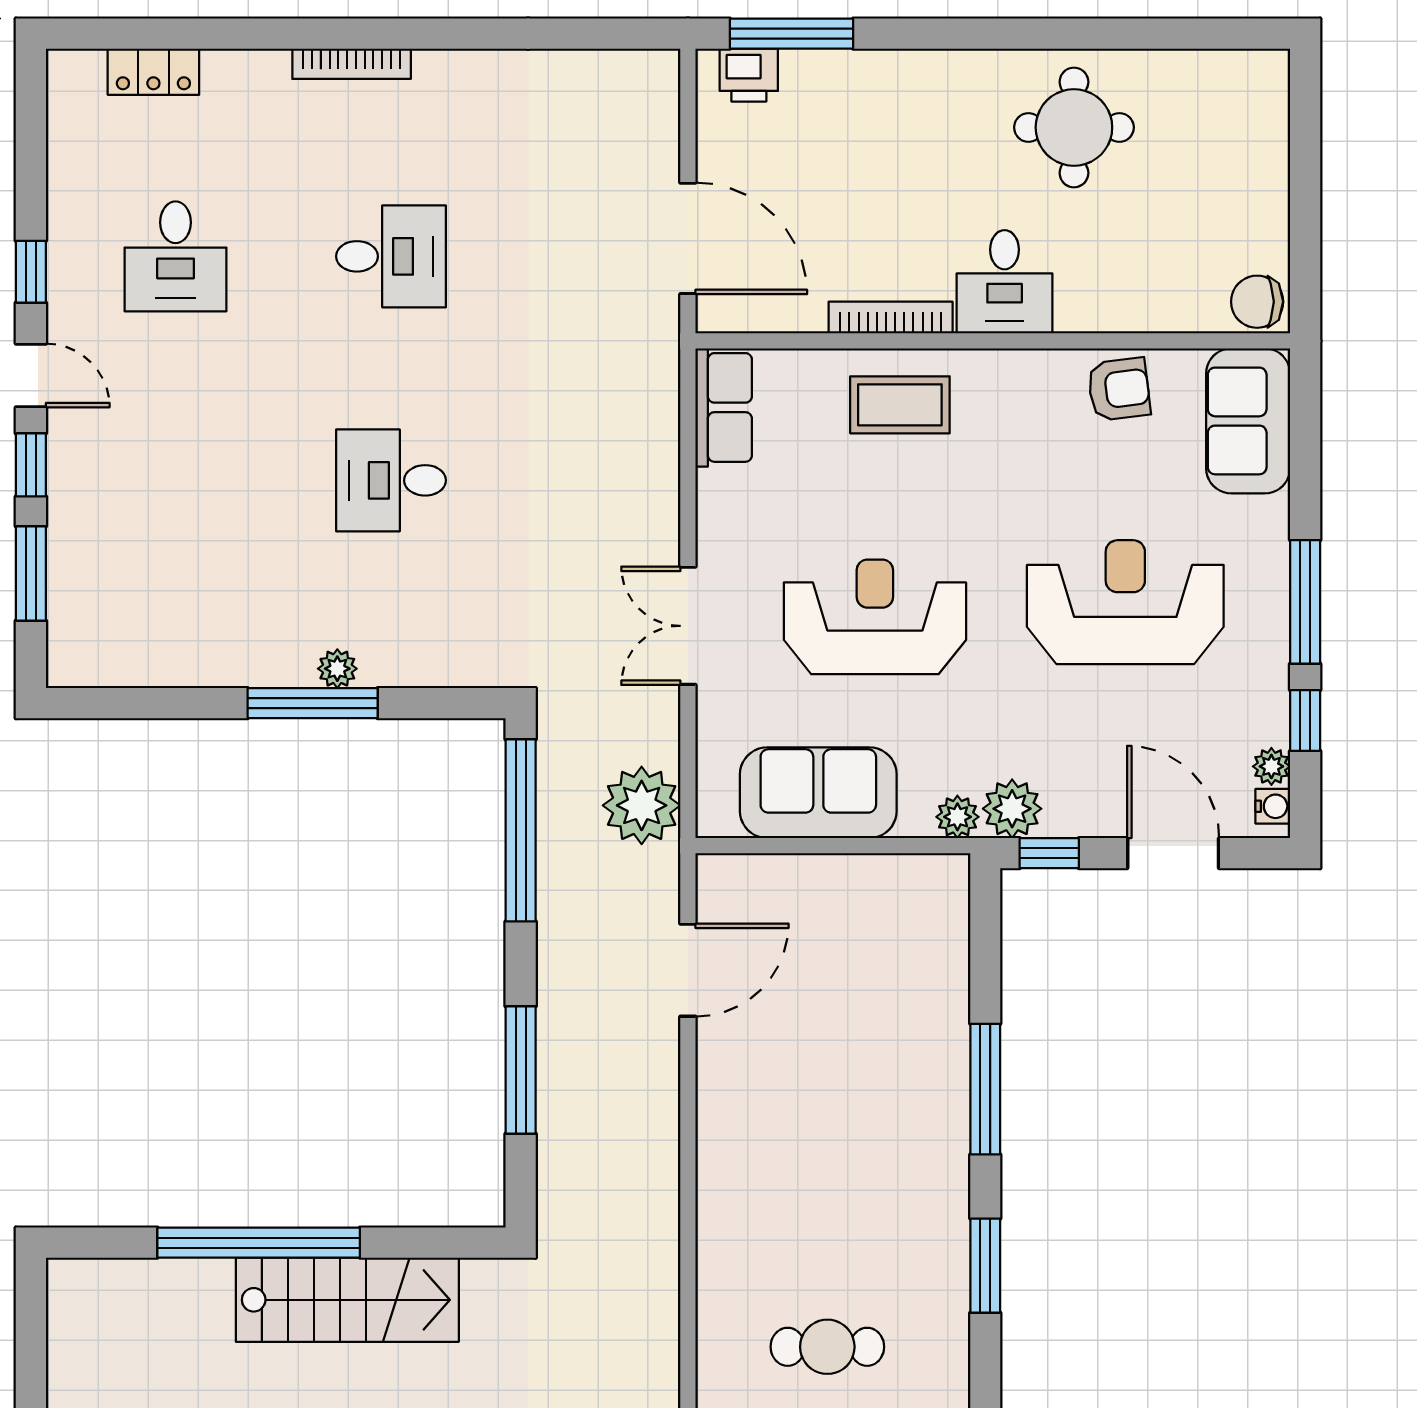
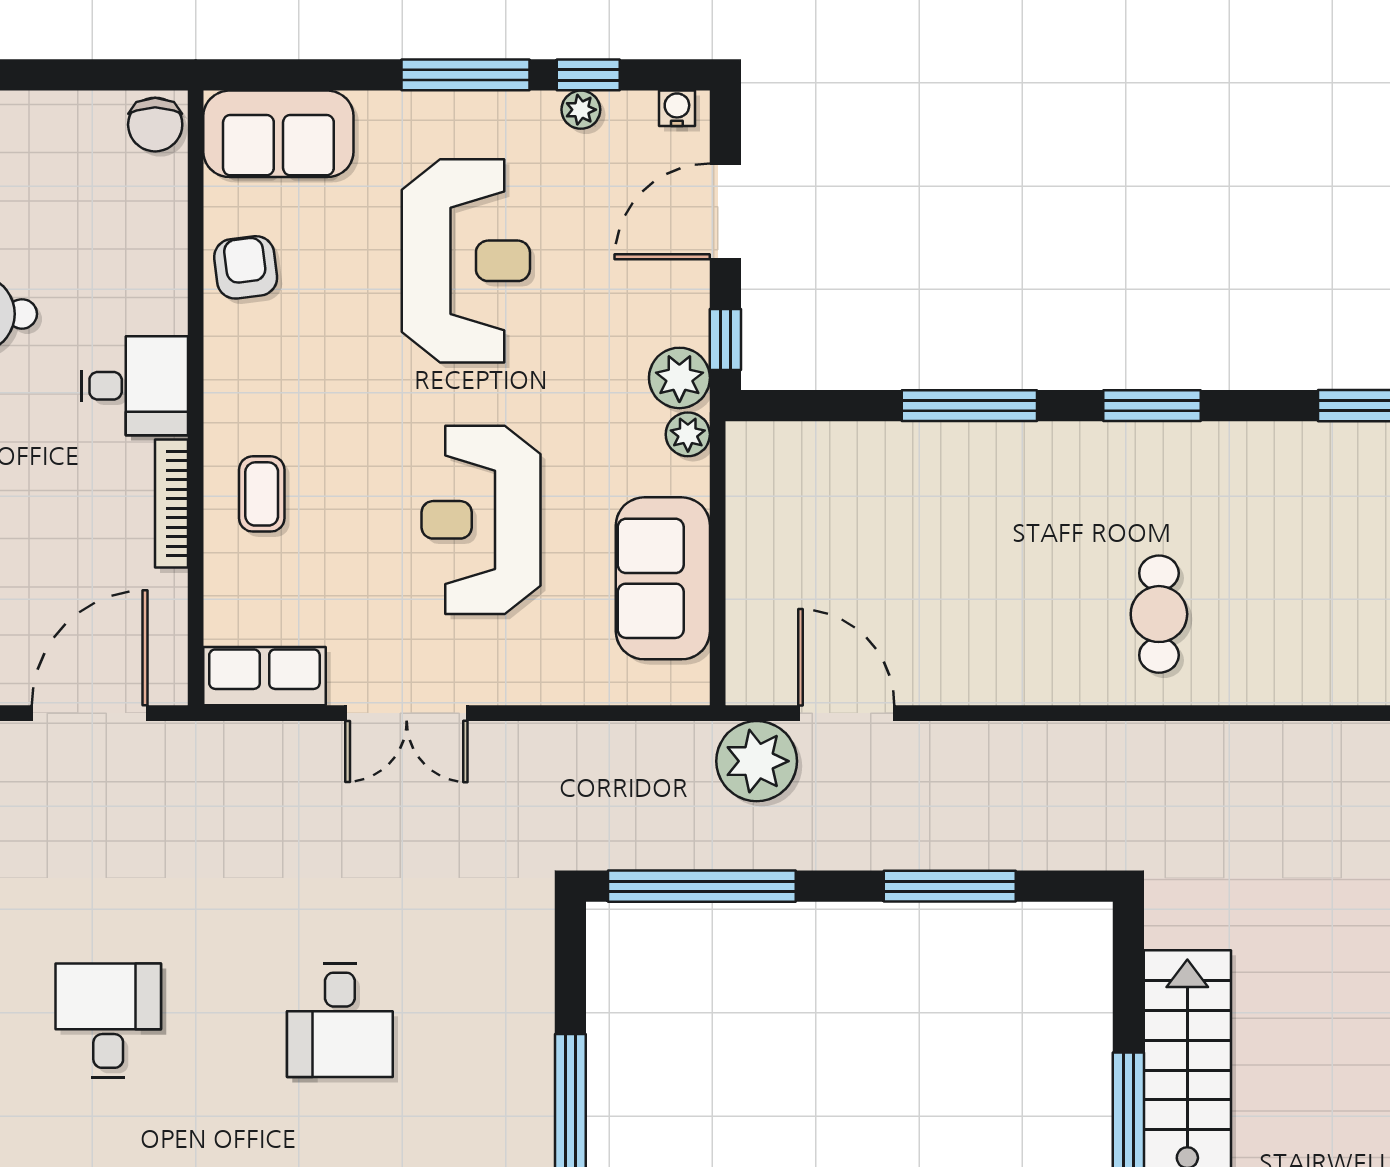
coffee table: (900, 405) -> (262, 494), width x0.73, depth x0.77
reception desk: (1125, 602) -> (466, 261), turned 180
double door: (688, 626) -> (407, 713), moved
plant: (337, 669) -> (535, 1076), removed
plant: (1271, 766) -> (581, 110), moved
plant: (642, 805) -> (757, 761), moved
cafe table: (827, 1347) -> (1159, 614), moved

